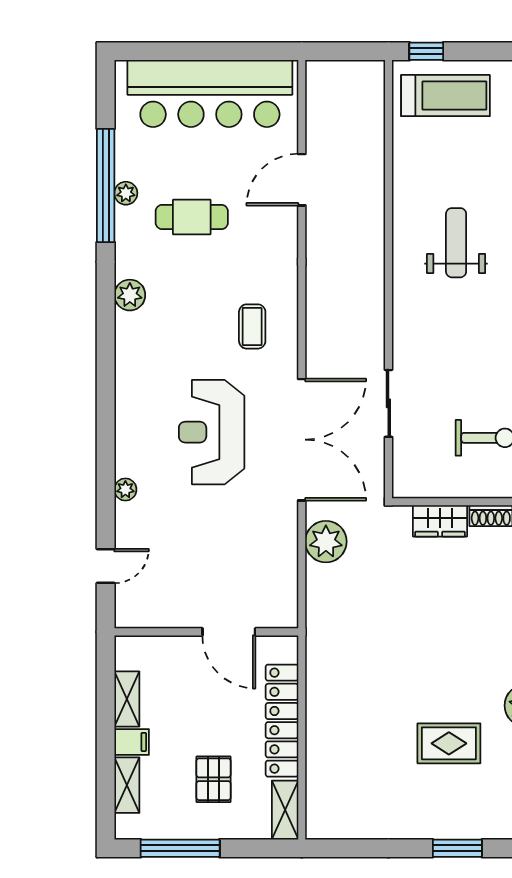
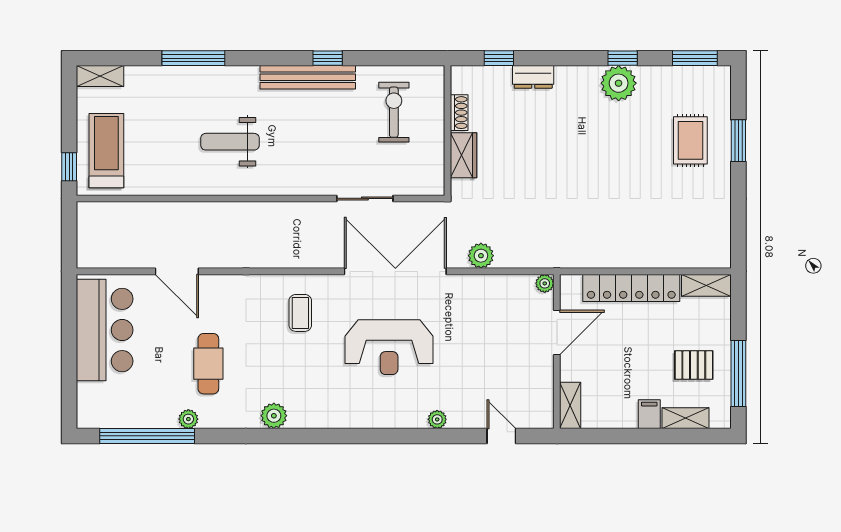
bar counter: (210, 94) -> (105, 330), width x0.73
window: (106, 186) -> (147, 436), moved
coffee table: (252, 326) -> (300, 313), turned 90
plant: (326, 542) -> (481, 256), width x0.73, depth x0.73
plant: (287, 618) -> (545, 283), added
shelving: (127, 699) -> (570, 405), moved, turned 90
rug: (449, 743) -> (690, 140), moved
pallet: (213, 779) -> (694, 365), moved

